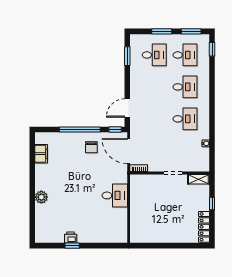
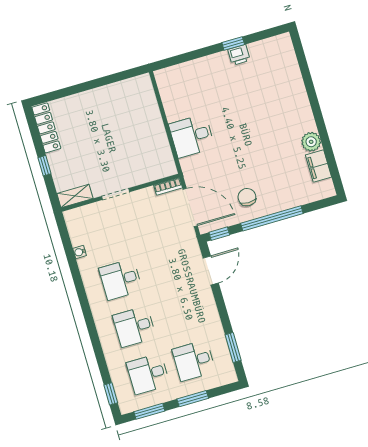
plant: (41, 197) -> (311, 142), moved

